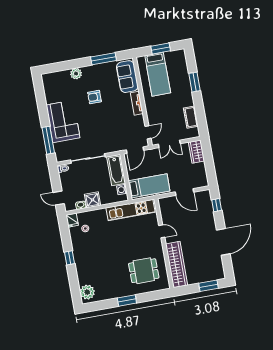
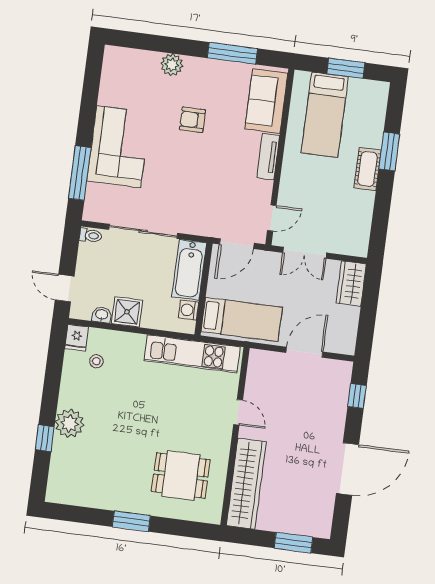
cot: (191, 117) -> (368, 169), moved
door: (184, 192) -> (304, 352), swing flipped
window: (69, 258) -> (45, 438), moved
plant: (87, 292) -> (70, 423), moved

